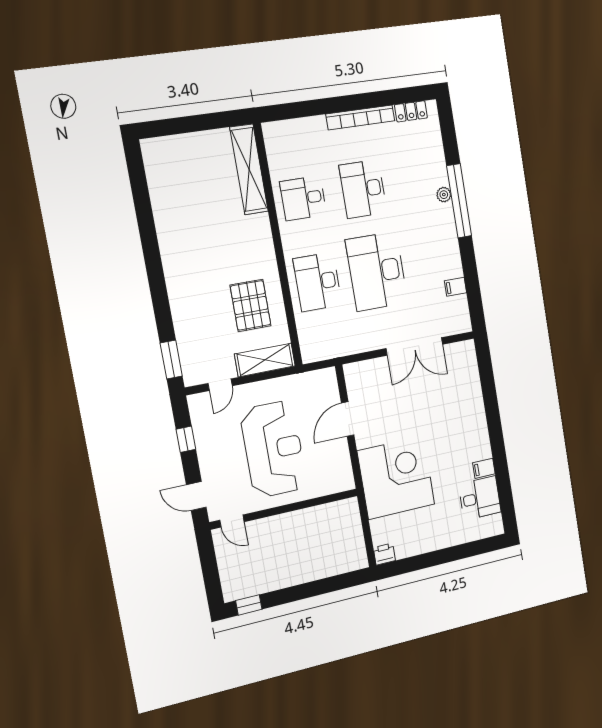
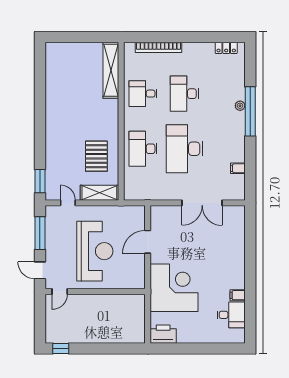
bookcase: (360, 117) -> (159, 47), moved
door: (220, 385) -> (68, 203), swing flipped
window: (186, 439) -> (40, 233), width x2.17
door: (232, 521) -> (60, 292), hinge flipped
printer: (384, 554) -> (163, 334), width x1.87, depth x1.48

